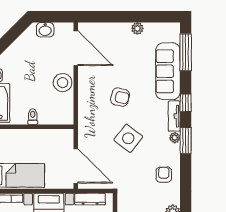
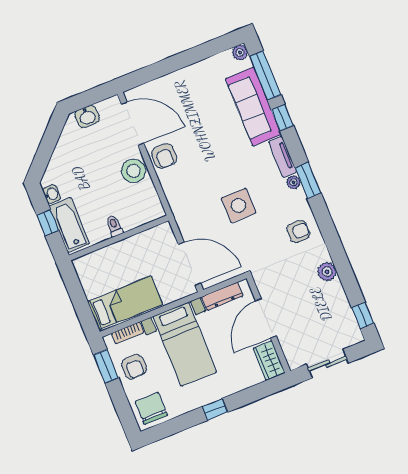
plant: (137, 28) -> (240, 52), moved
armchair: (120, 97) -> (164, 156), moved, turned 77
window: (186, 103) -> (282, 117), moved
side table: (128, 138) -> (239, 205), turned -38
armchair: (164, 175) -> (298, 232), turned 90

